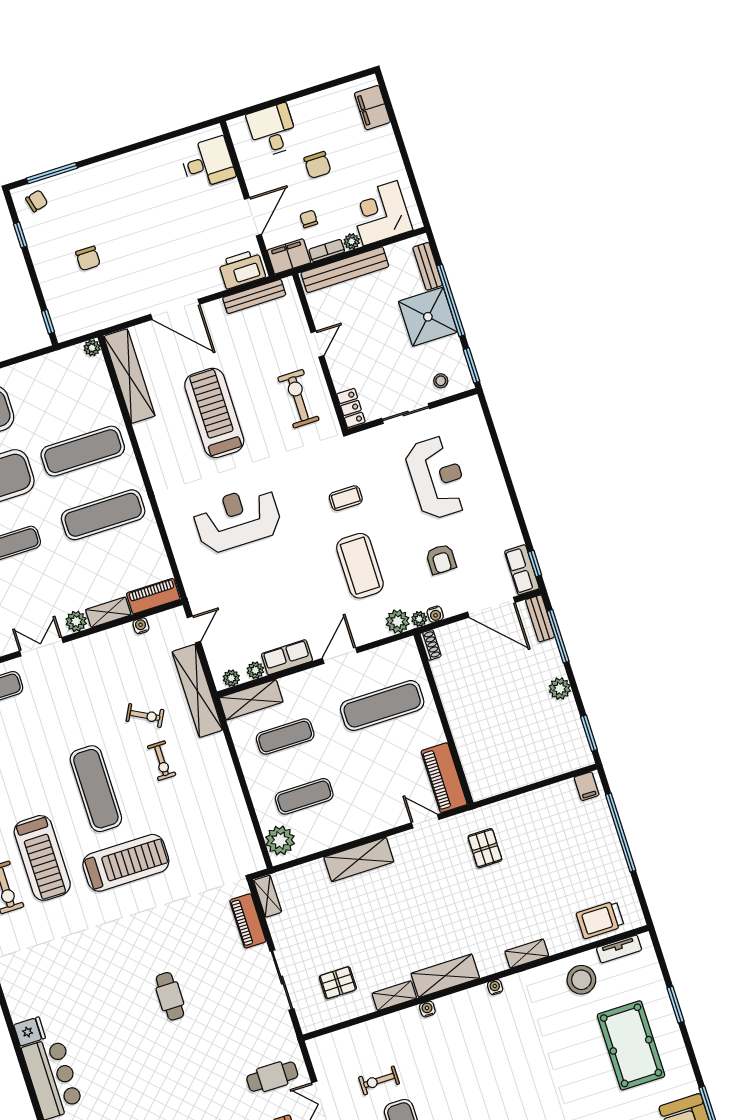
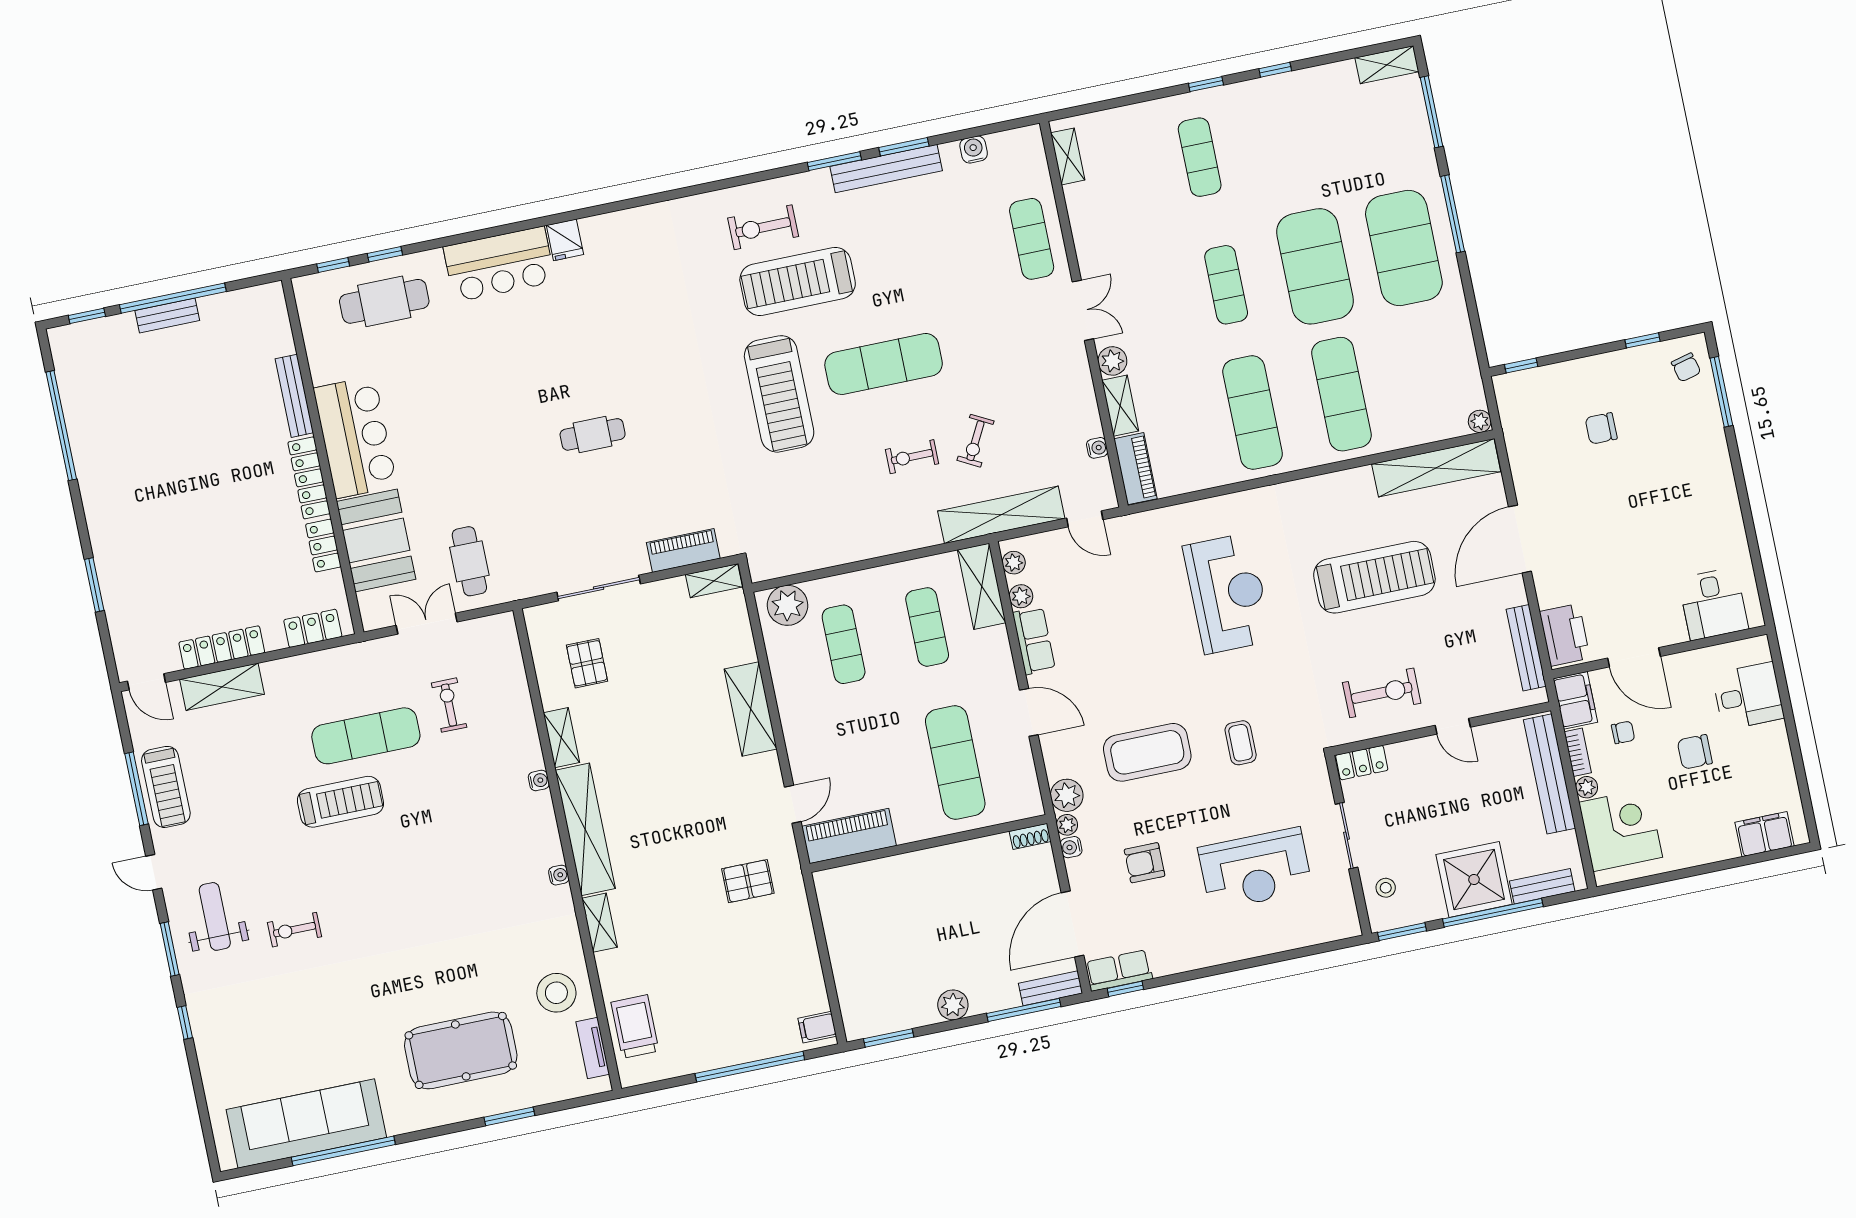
shelving: (445, 976) -> (585, 829), width x1.47

